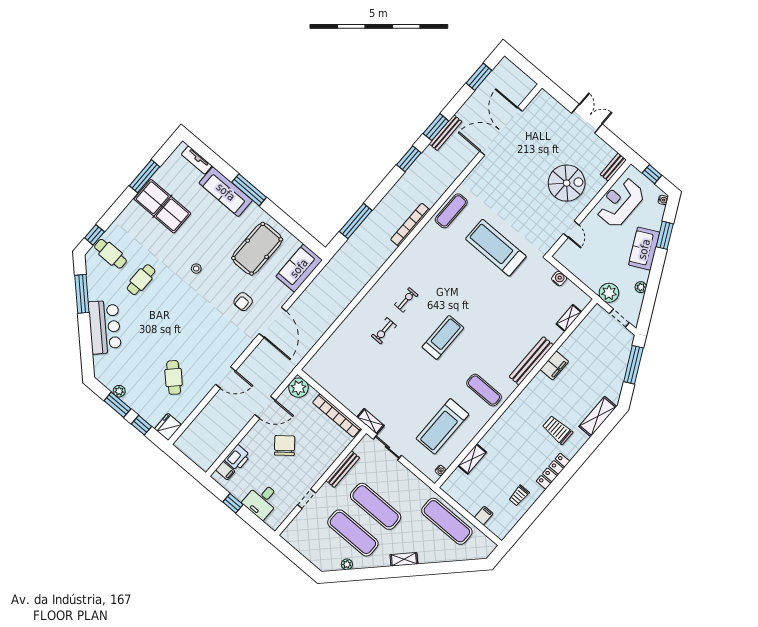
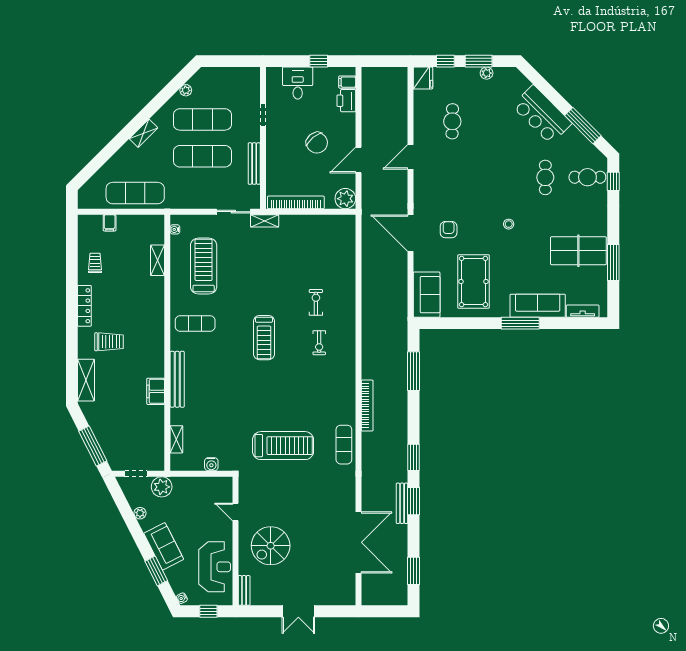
cafe table: (174, 377) -> (452, 121), turned 46

